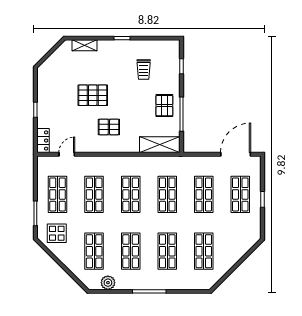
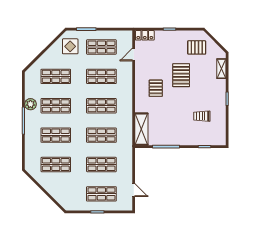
pallet: (164, 106) -> (197, 47), moved
door: (67, 154) -> (134, 54), swing flipped
door: (236, 154) -> (134, 190), width x0.53
plant: (108, 283) -> (30, 104), moved

